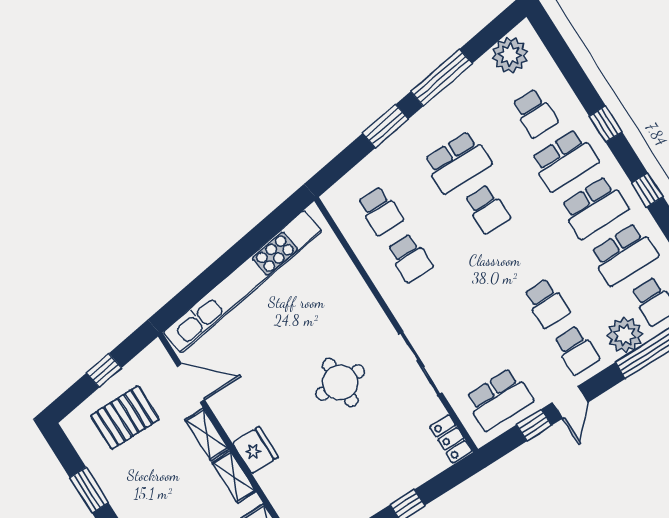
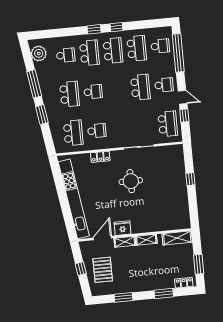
window: (606, 124) -> (94, 29), moved
school desk: (380, 211) -> (73, 133), width x1.85
school desk: (547, 303) -> (140, 87), width x1.85
plant: (625, 335) -> (167, 64), removed
locker: (451, 439) -> (100, 157), moved
fridge: (255, 450) -> (122, 228), moved

